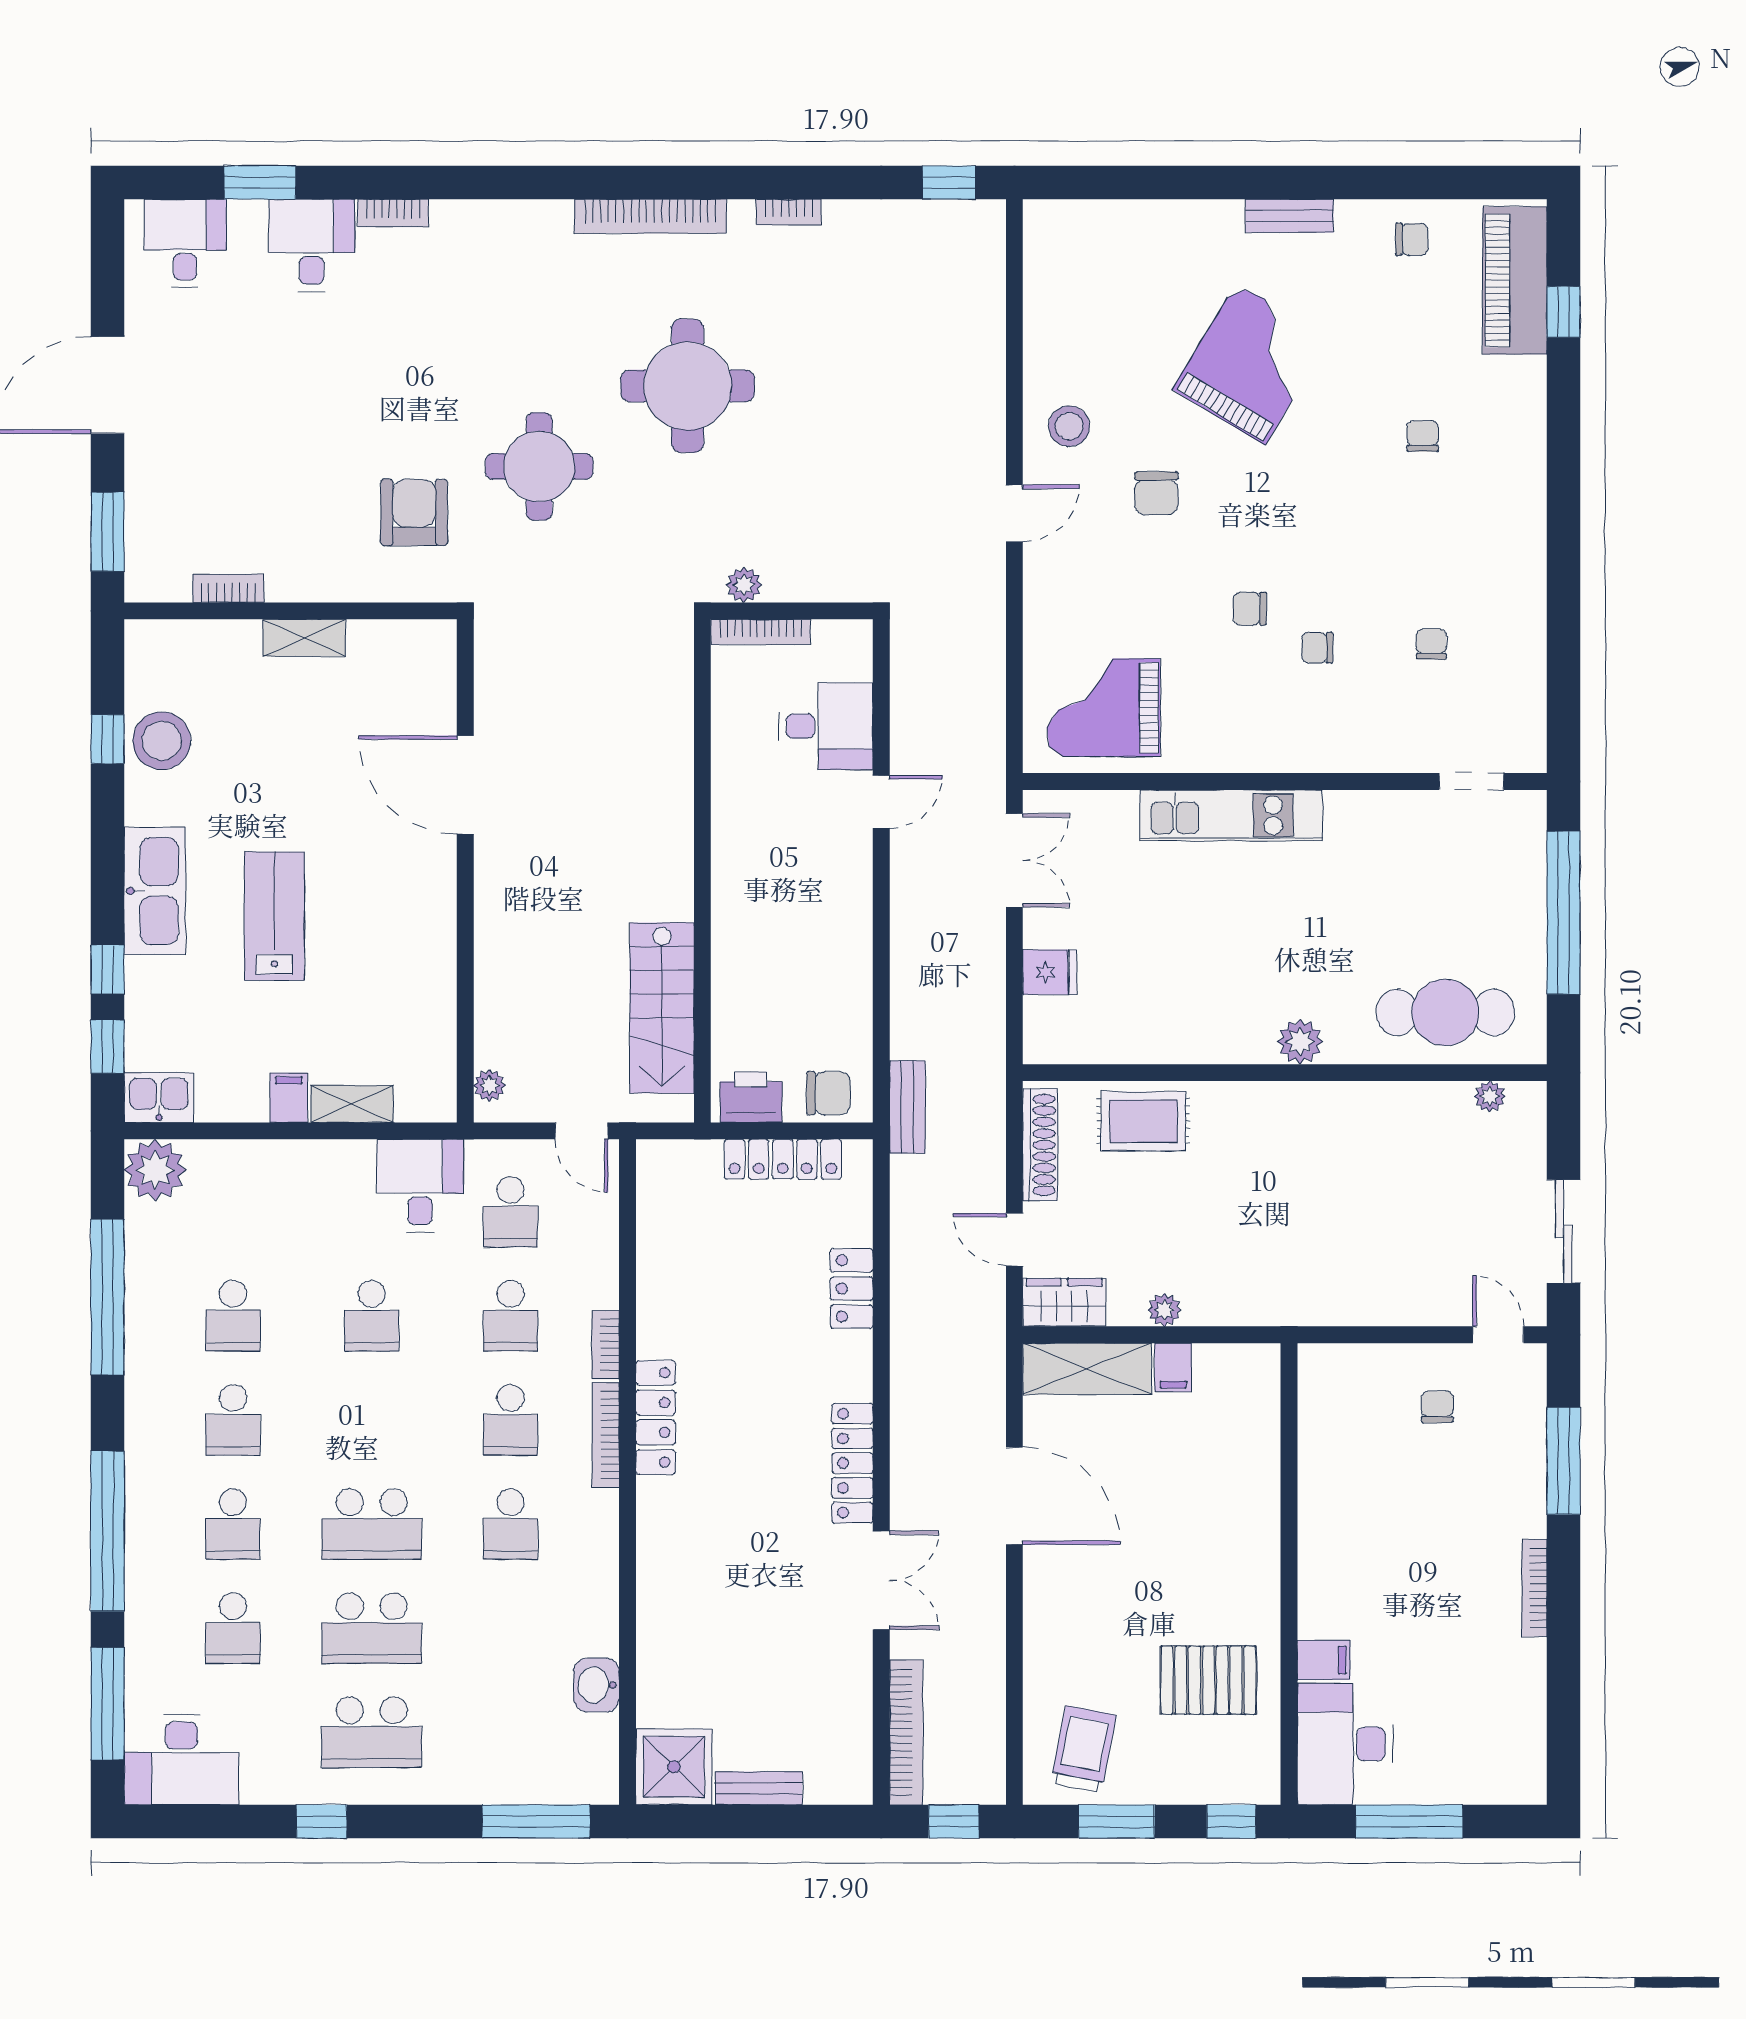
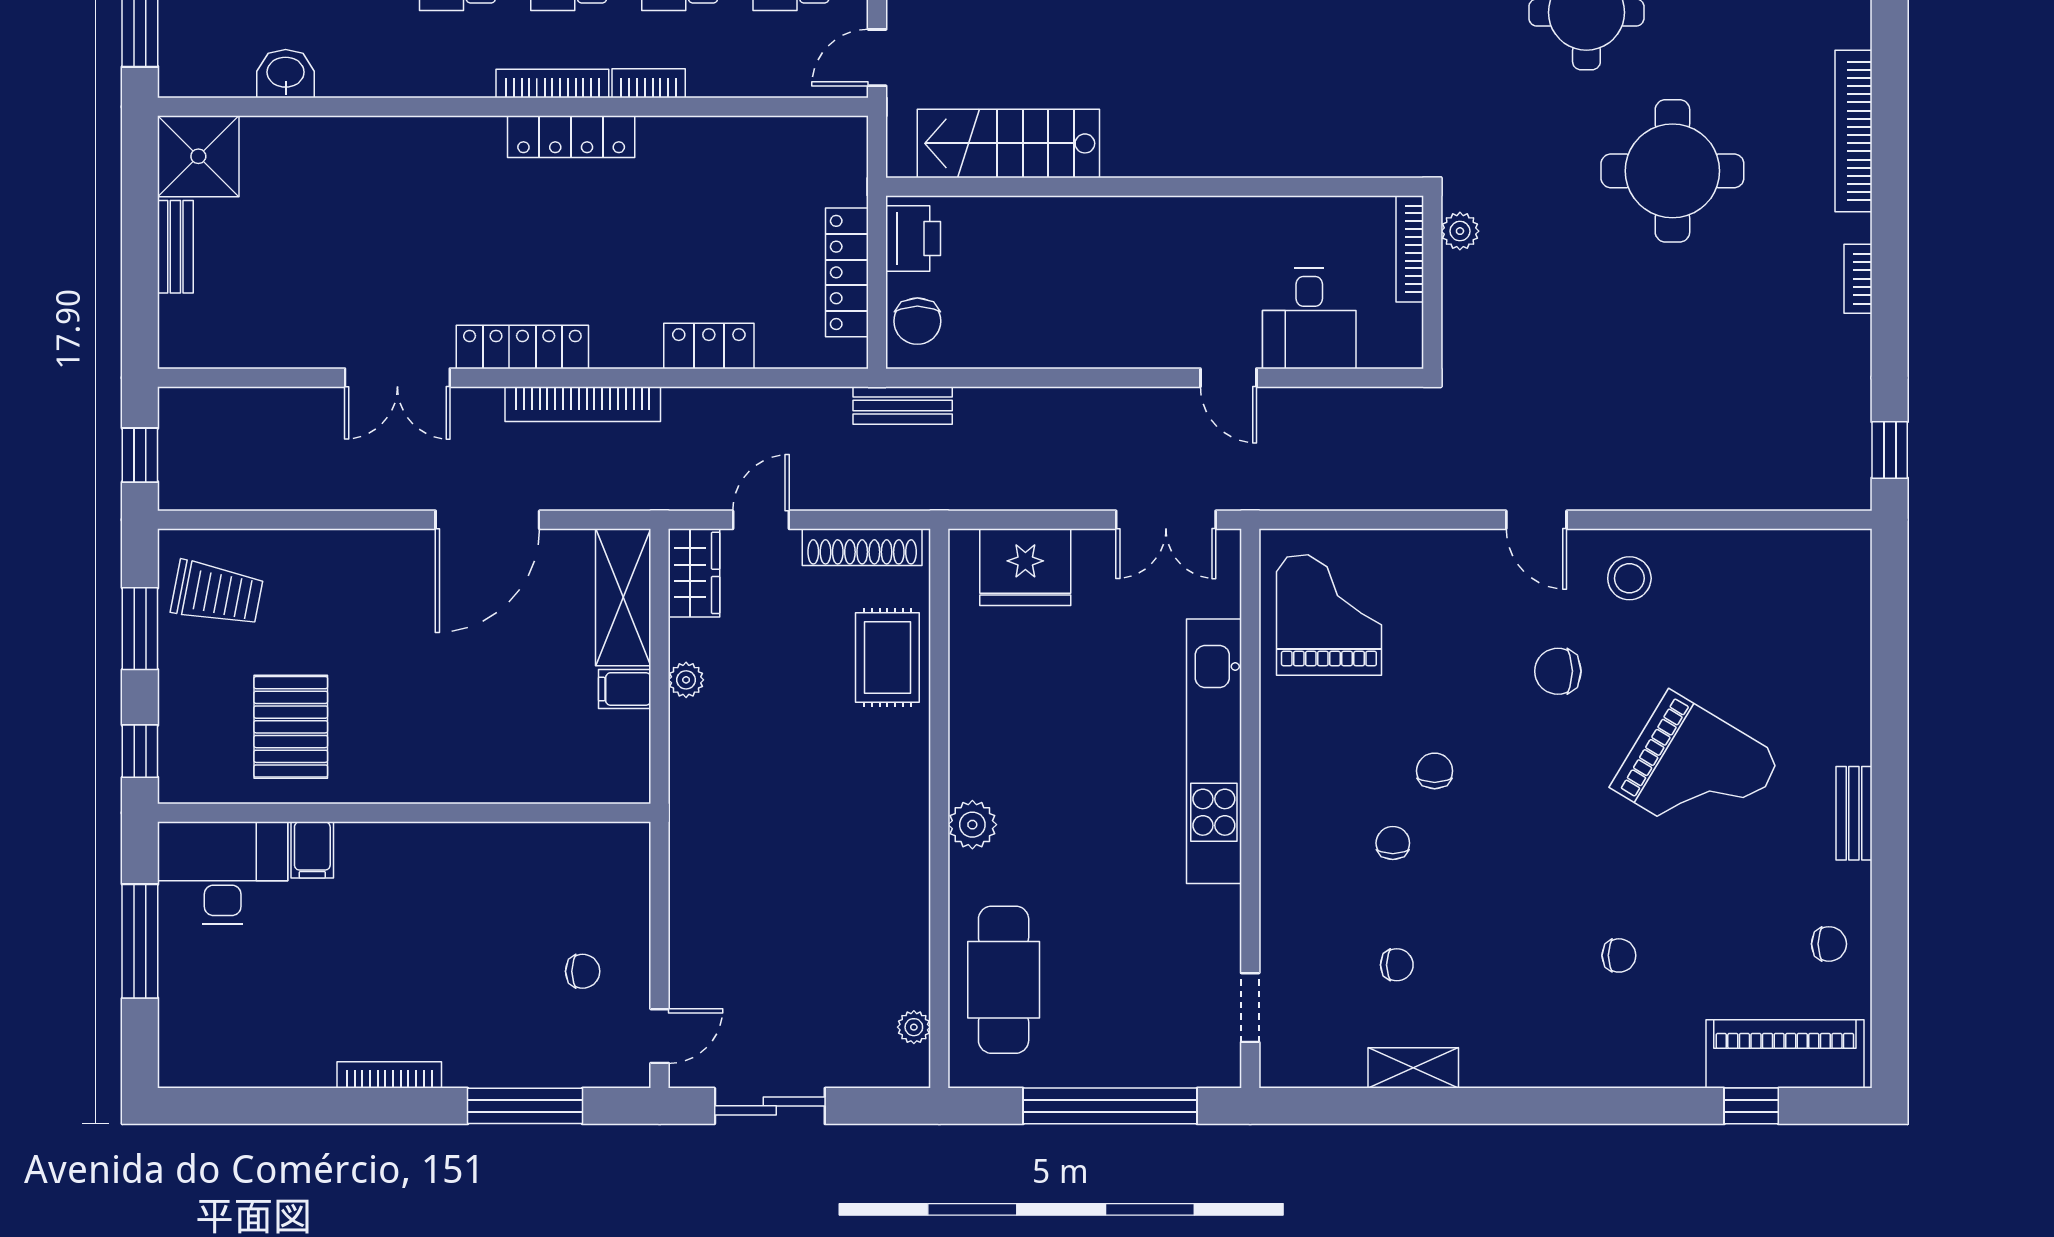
chair: (1412, 239) -> (1829, 944), turned -90
shelving: (1528, 629) -> (1413, 1068), added
kitchen unit: (1231, 815) -> (1214, 751), width x1.36
fridge: (1050, 972) -> (1025, 567), width x1.88, depth x1.34
bookcase: (906, 1732) -> (583, 404), moved

